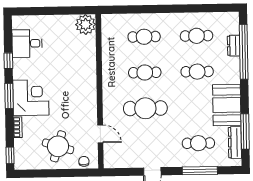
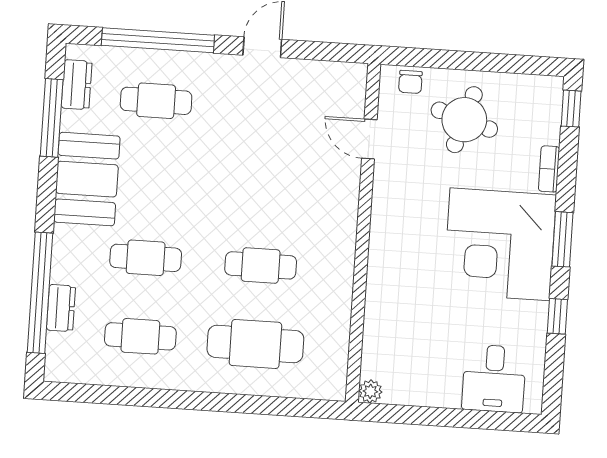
plant: (86, 24) -> (370, 391), width x0.53, depth x0.53
cafe table: (144, 37) -> (255, 344), width x1.37, depth x1.35
desk: (27, 43) -> (494, 378), moved, turned 90
corner desk: (31, 98) -> (500, 244), width x1.36, depth x1.36
cafe table: (145, 108) -> (266, 187), removed
dresser: (235, 143) -> (77, 85), width x0.70
window: (200, 171) -> (158, 40), width x1.46

